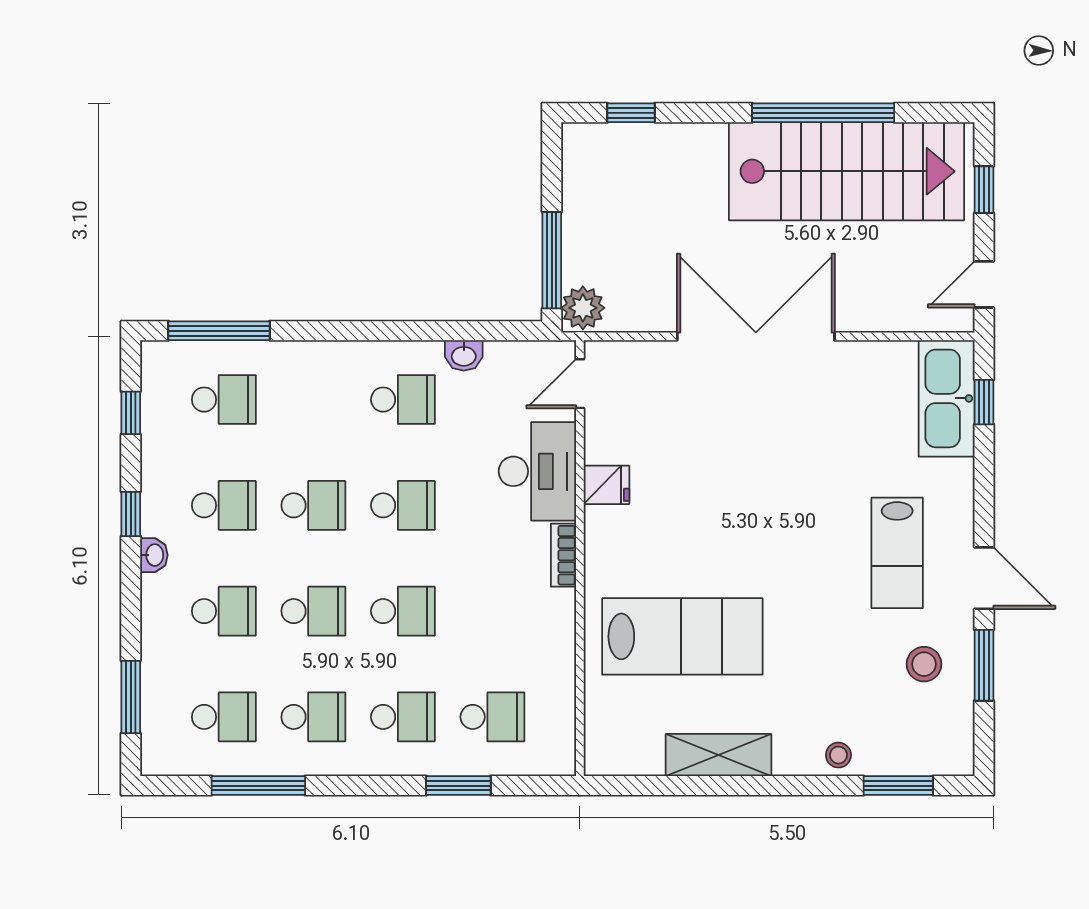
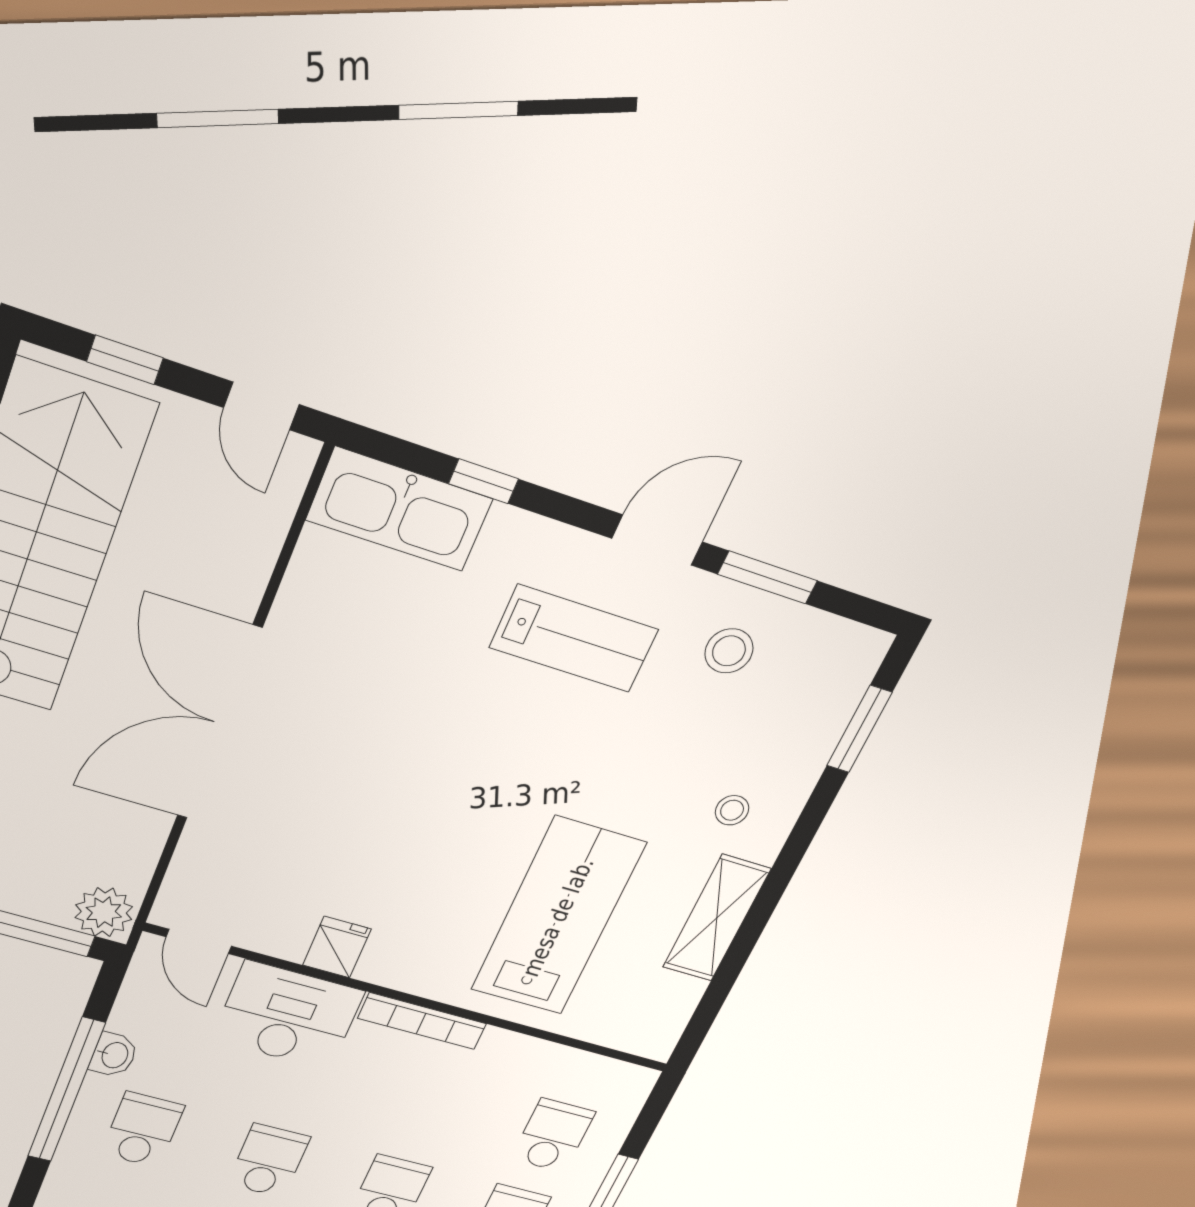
window: (422, 331) -> (66, 1090), added
window: (984, 402) -> (483, 481), moved
bookcase: (563, 555) -> (422, 1021), width x1.56
stool: (838, 755) -> (732, 810), moved

